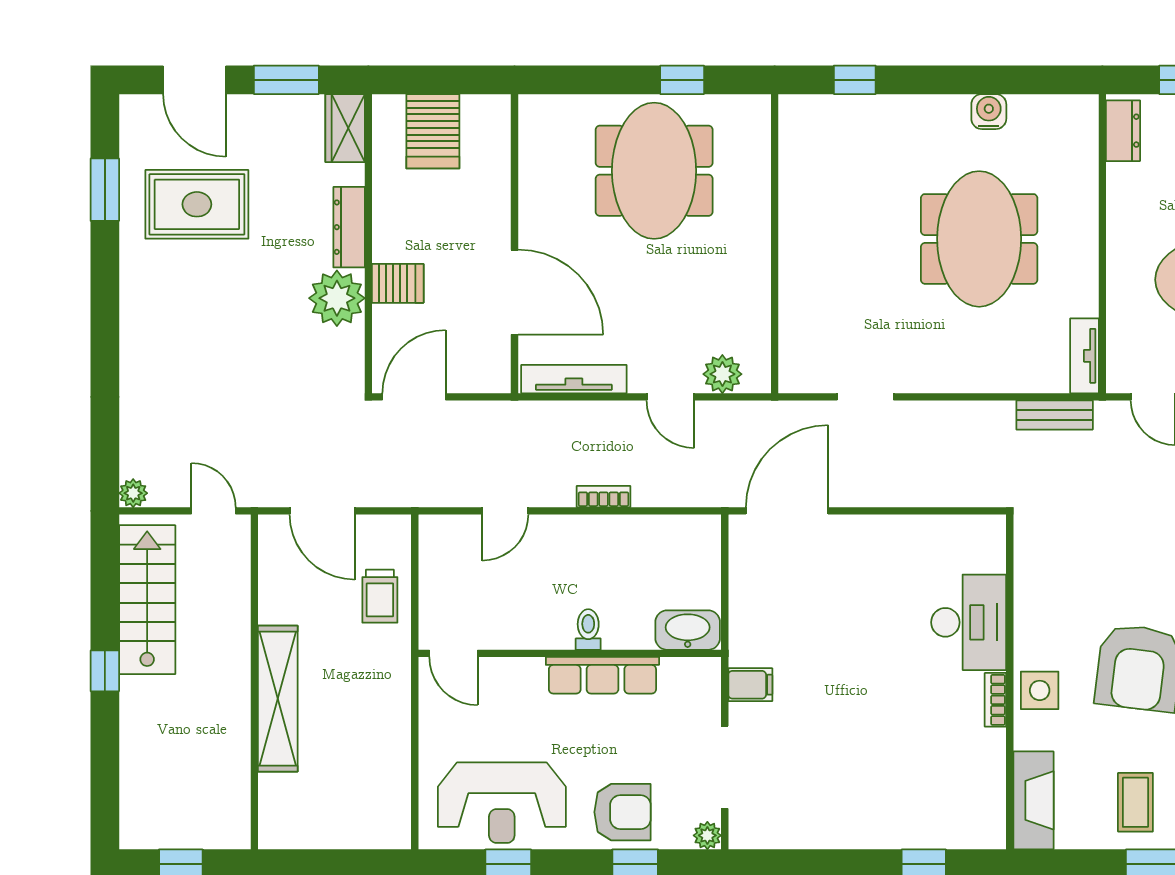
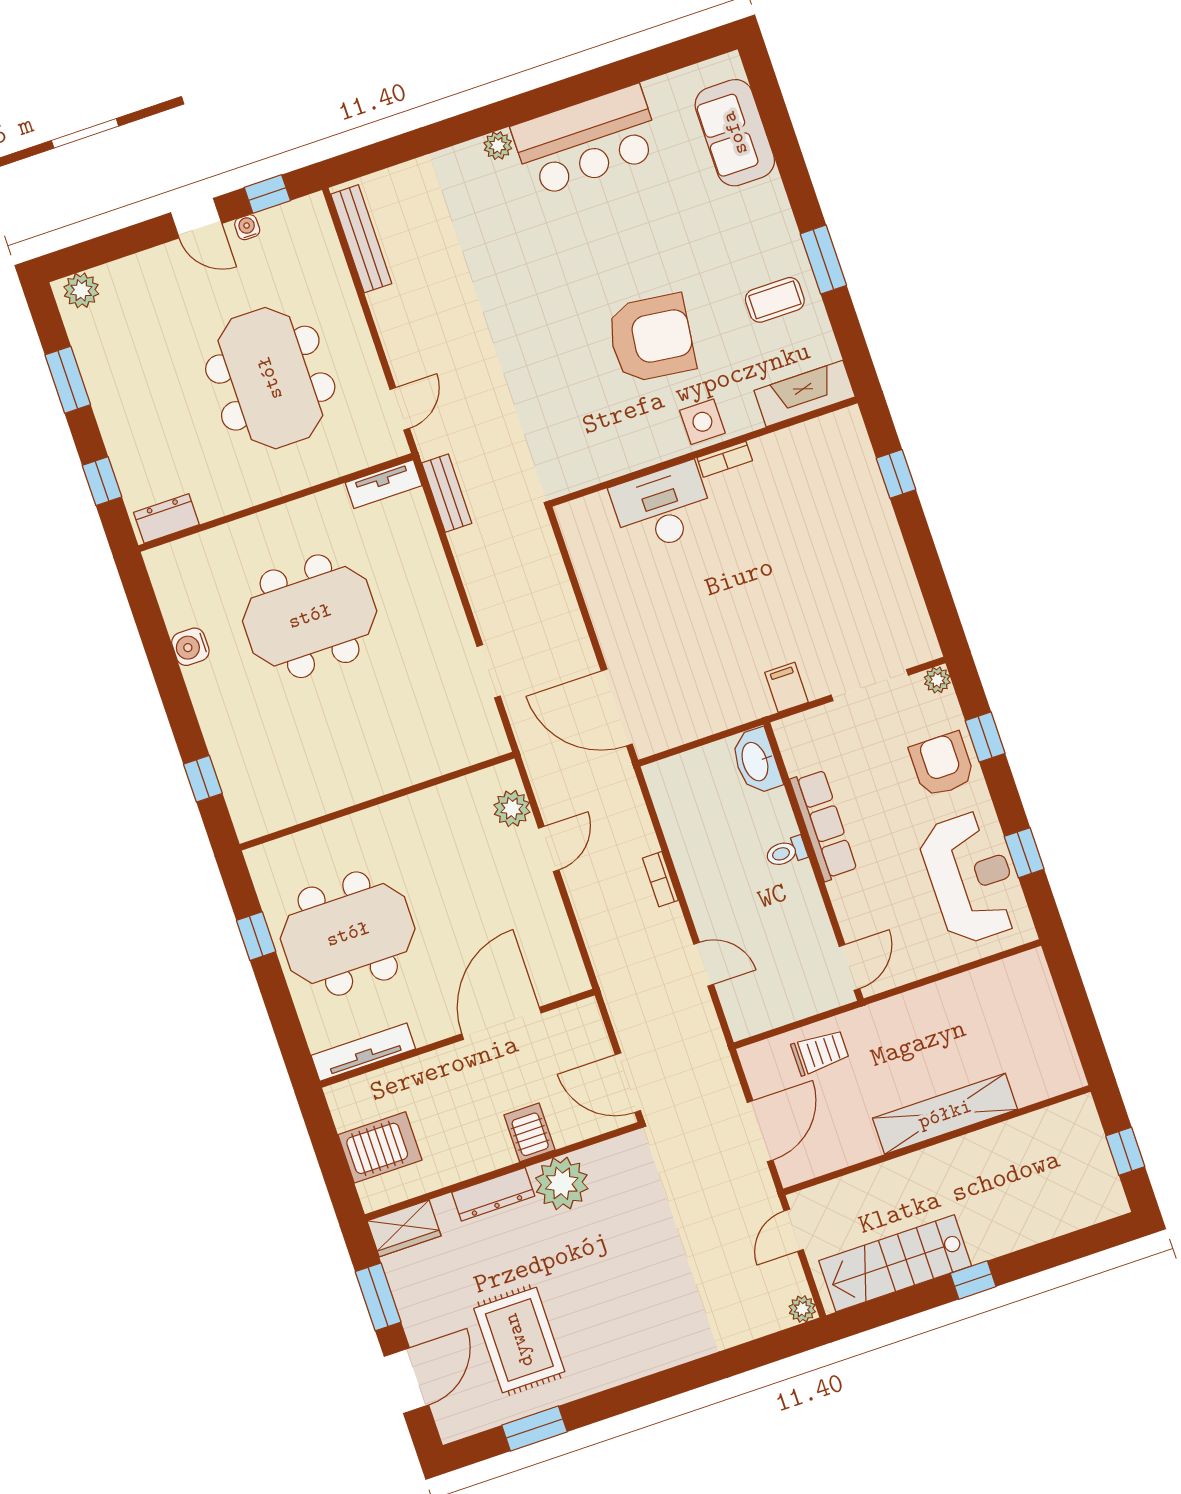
tv unit: (574, 379) -> (363, 1052), moved, turned 90

